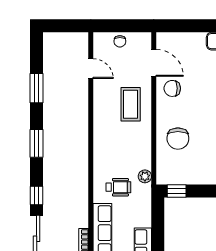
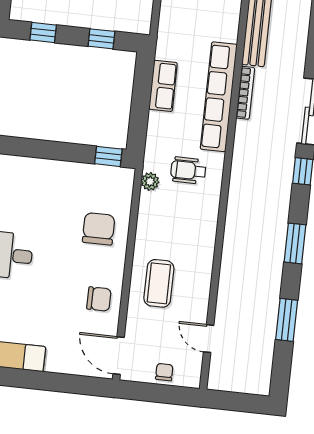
door: (154, 63) -> (119, 356), moved

